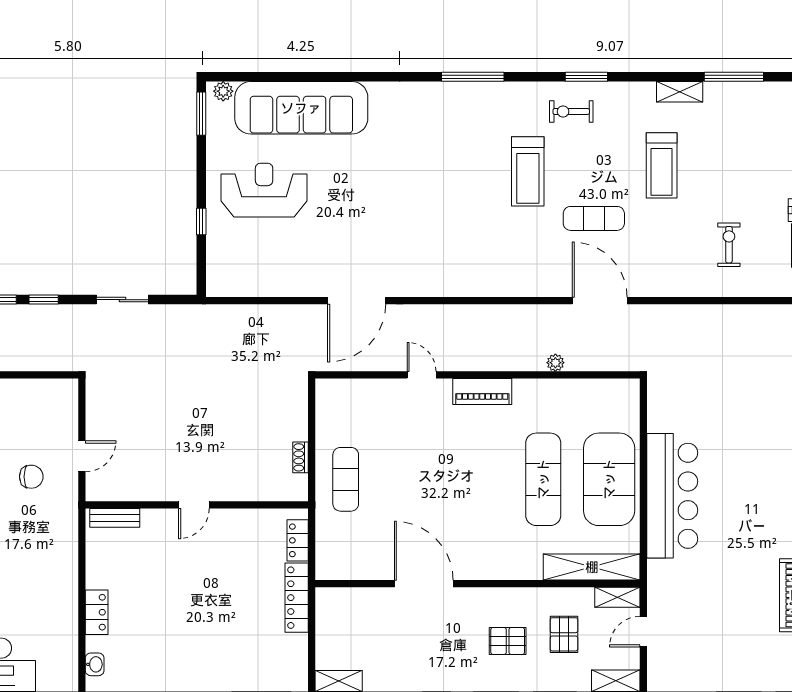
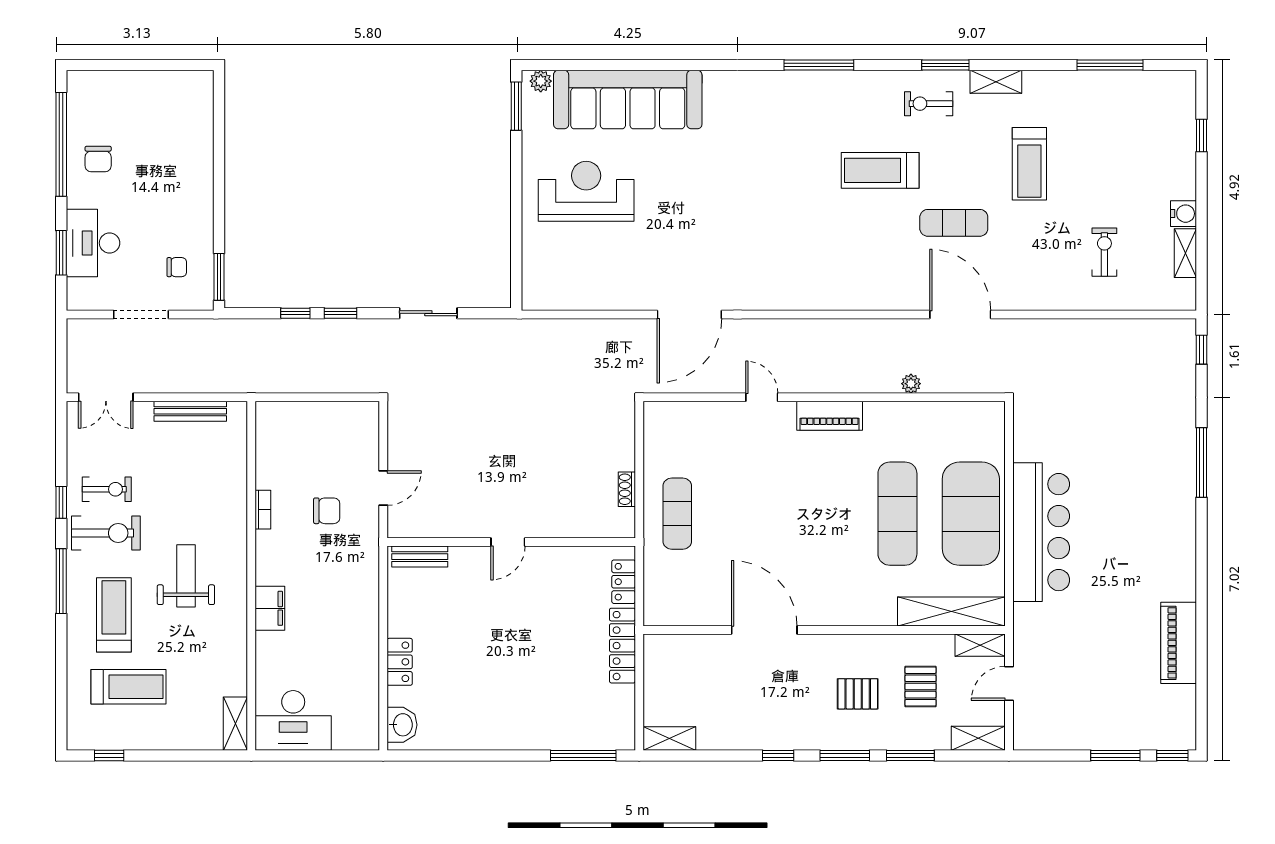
shelving: (680, 92) -> (996, 82), moved
treadmill: (528, 171) -> (880, 170), turned 90
window: (201, 222) -> (516, 226), removed
washbasin: (95, 664) -> (402, 725), width x1.38, depth x1.45

